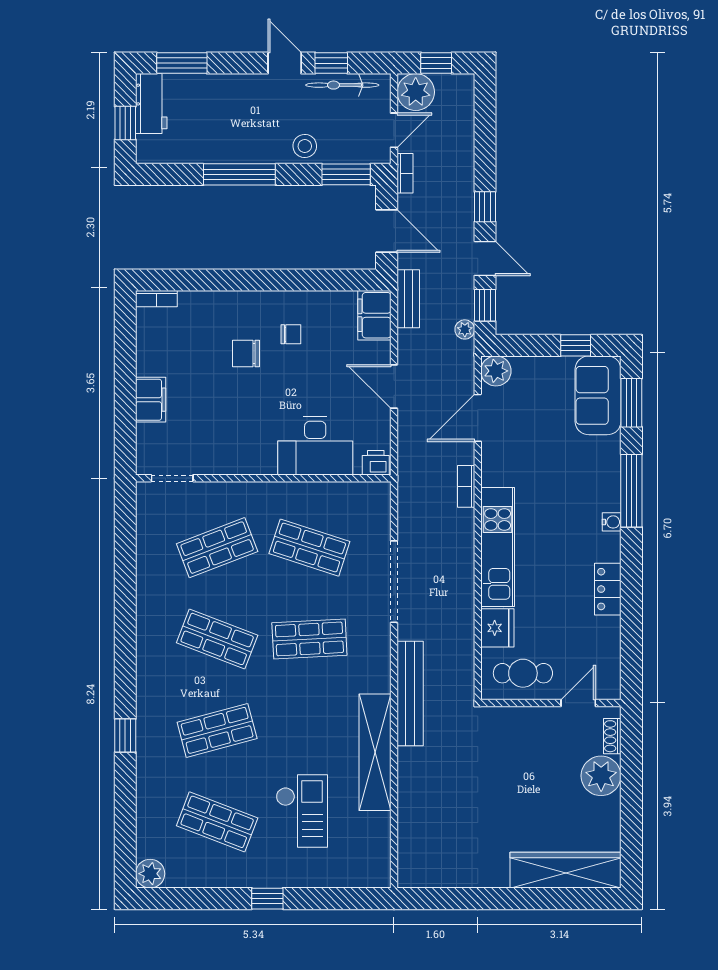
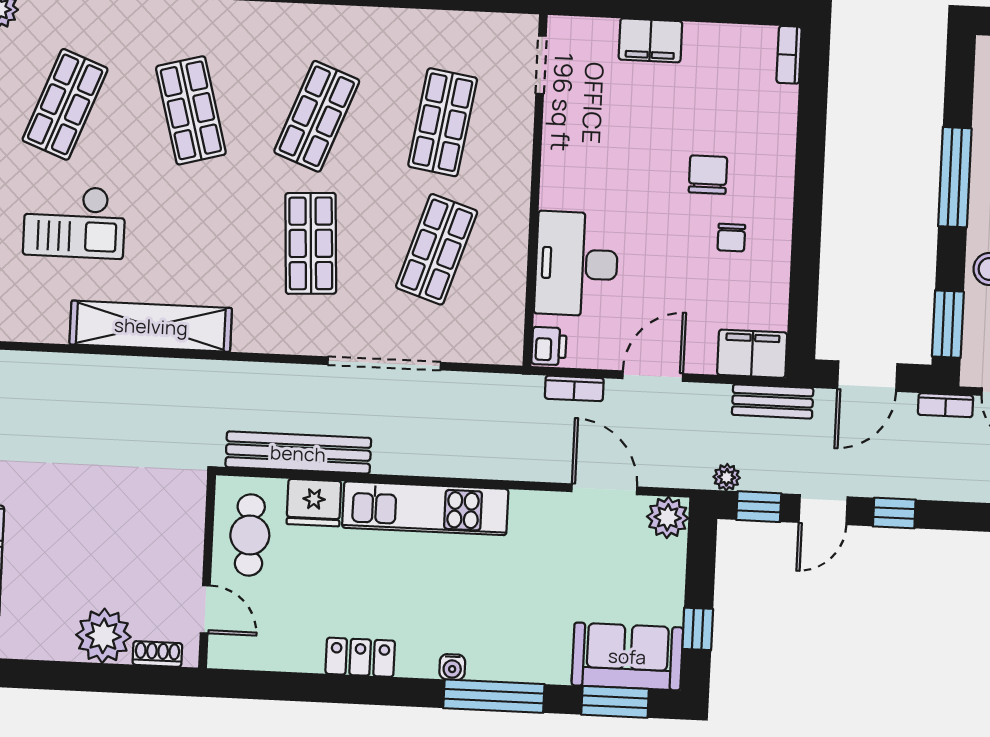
bookcase: (466, 486) -> (574, 388), moved, turned 180
shop shelf: (217, 548) -> (443, 122), turned 30
bench: (410, 694) -> (298, 453), moved

